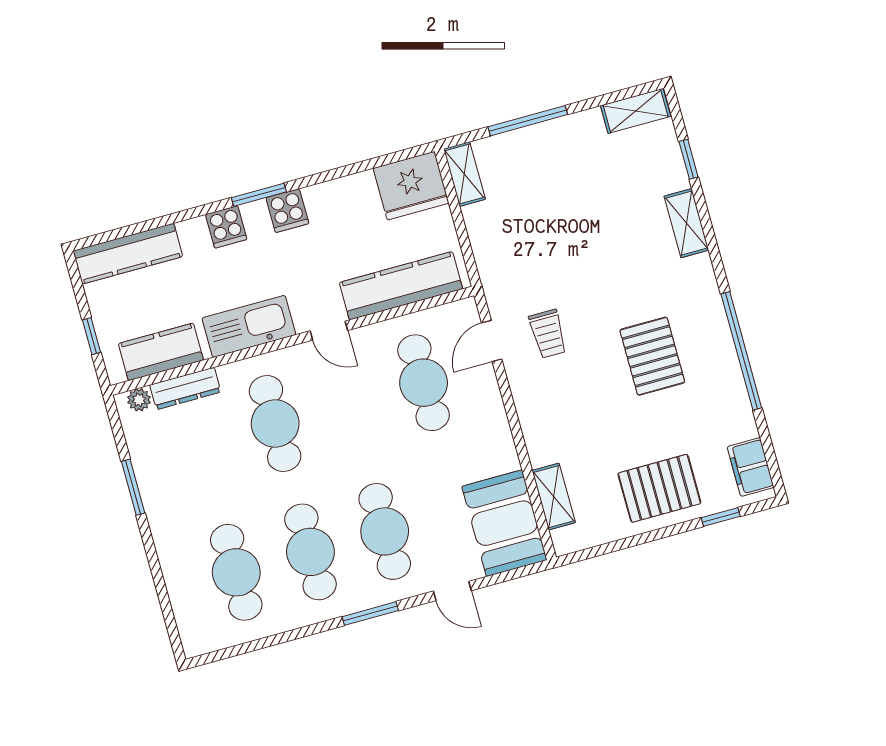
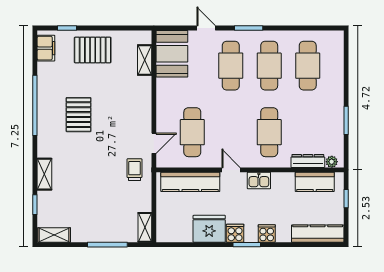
fridge: (411, 186) -> (209, 229), moved
kitchen sink: (249, 326) -> (259, 180), width x0.53, depth x0.81
trolley: (548, 334) -> (134, 170), moved

